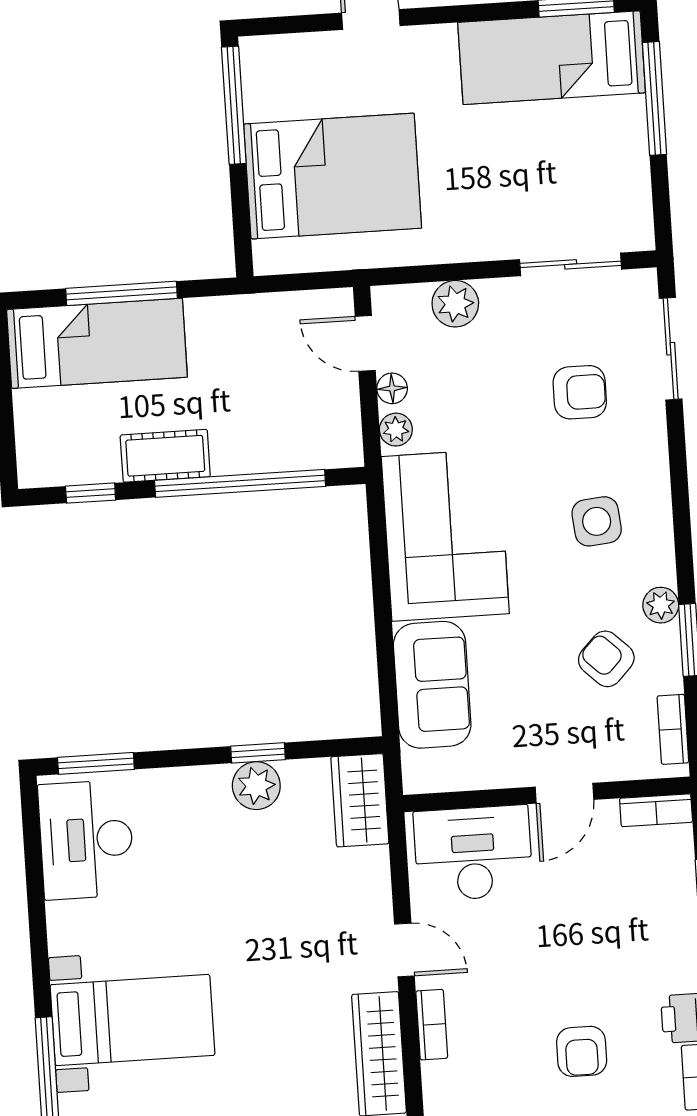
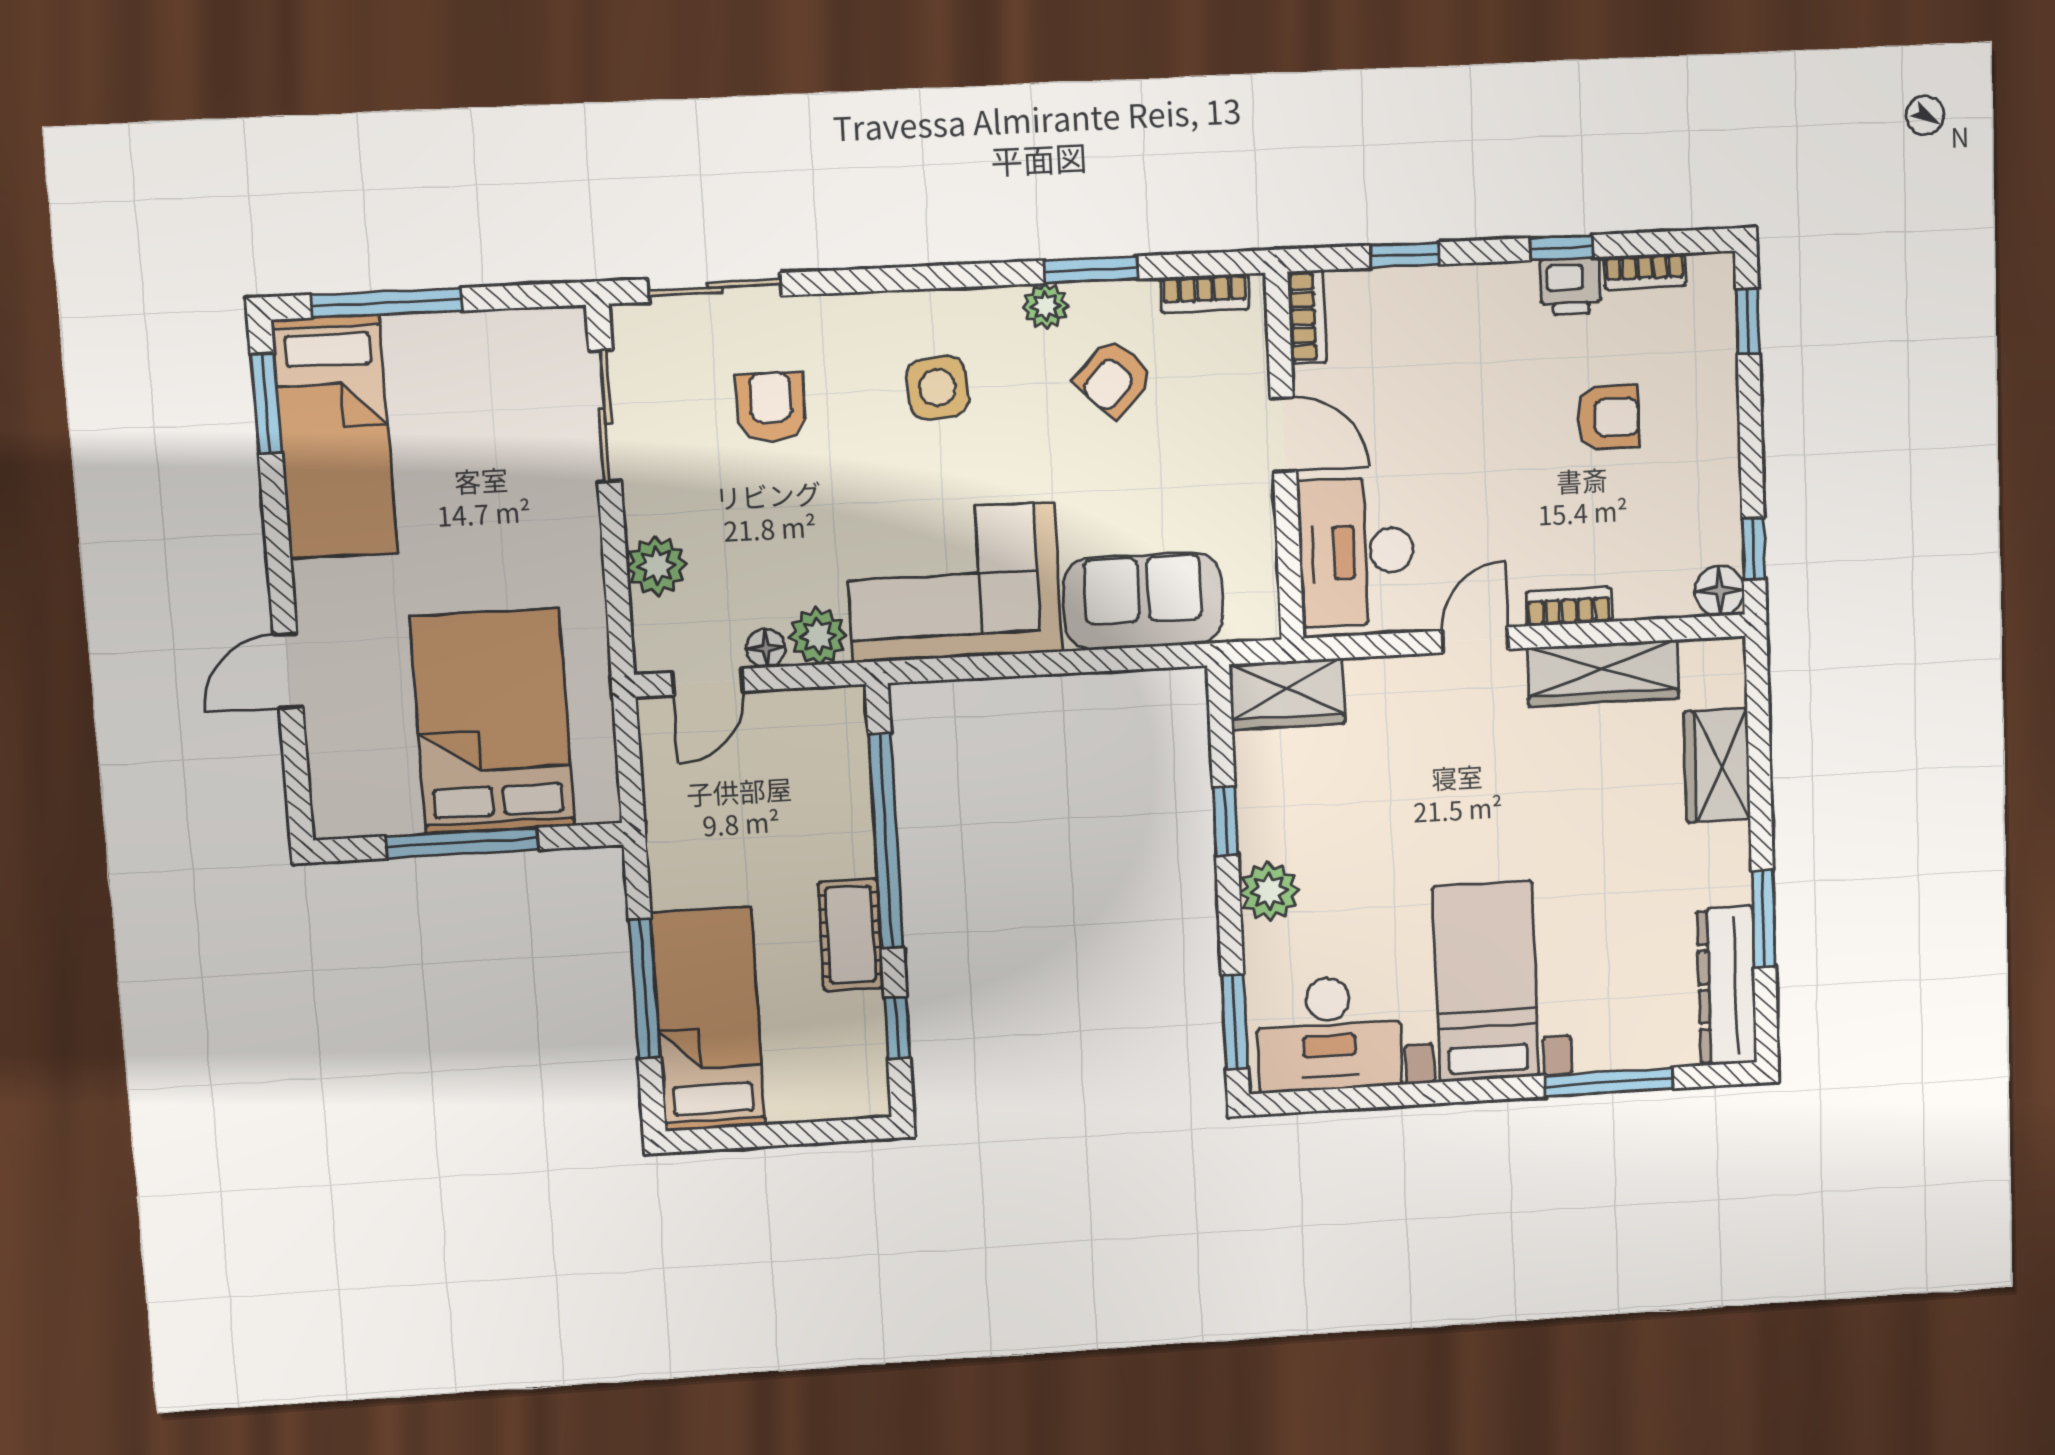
window: (234, 105) -> (462, 843), moved
plant: (396, 430) -> (818, 636), width x1.38, depth x1.38
plant: (256, 786) -> (1269, 891), moved
bed with nightstands: (133, 1020) -> (1486, 982), moved

